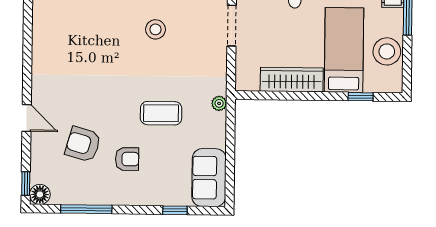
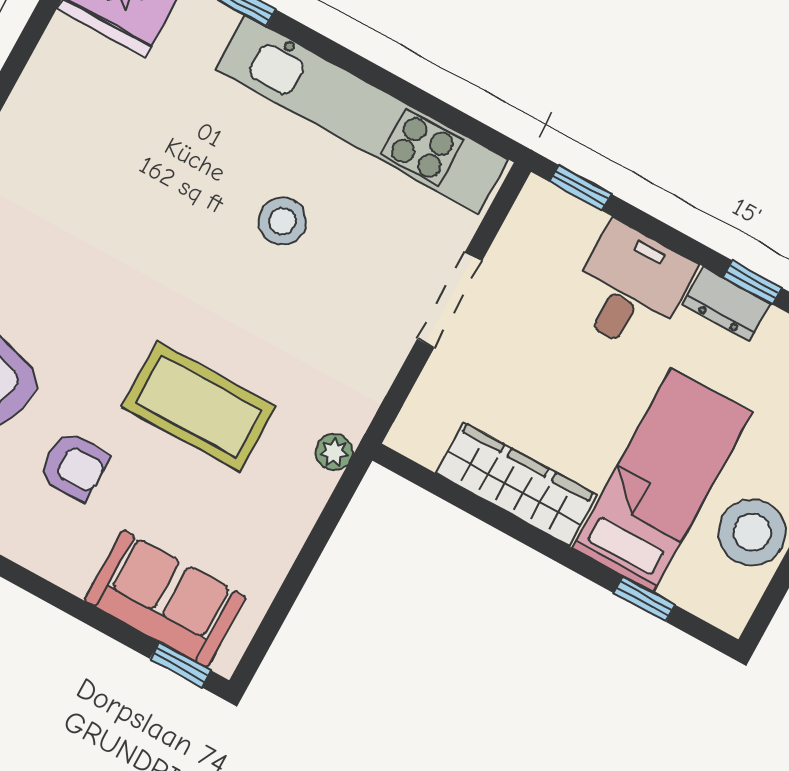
coffee table: (161, 113) -> (199, 407), width x1.36, depth x1.32
sofa: (209, 178) -> (165, 599), moved, turned 90
window: (175, 210) -> (181, 665), moved

